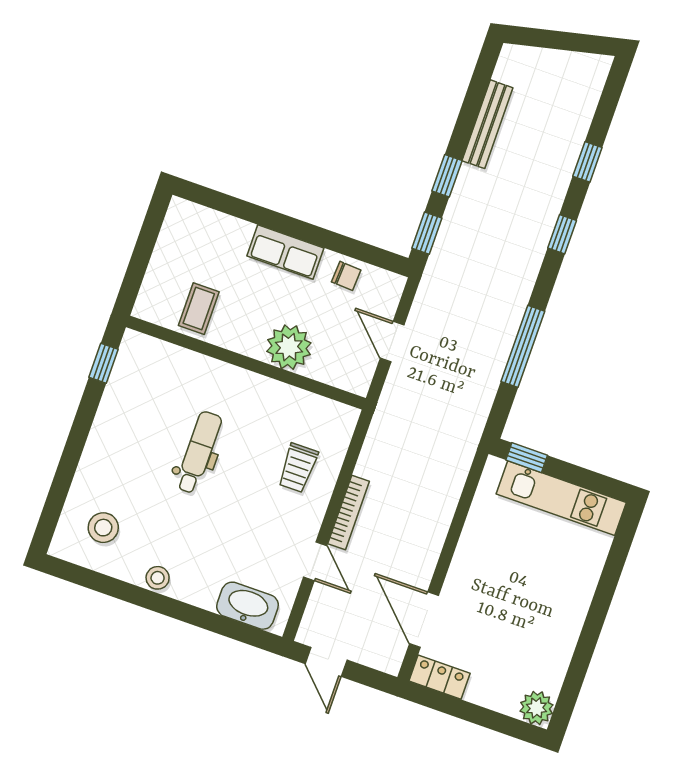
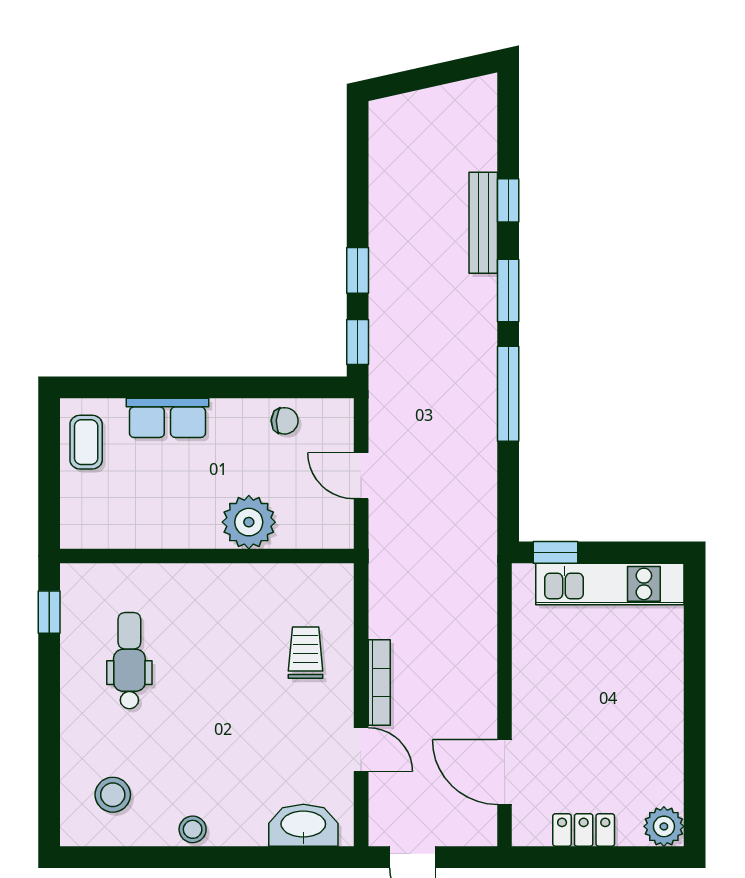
bench: (487, 124) -> (483, 223), moved
window: (562, 234) -> (508, 291), width x1.50
row of seats: (285, 252) -> (167, 418), moved
coffee table: (199, 309) -> (86, 442), moved
window: (523, 346) -> (508, 394), moved
dental chair: (199, 452) -> (129, 661), moved
trolley: (298, 468) -> (306, 653), turned 180
locker: (439, 677) -> (584, 830), moved

